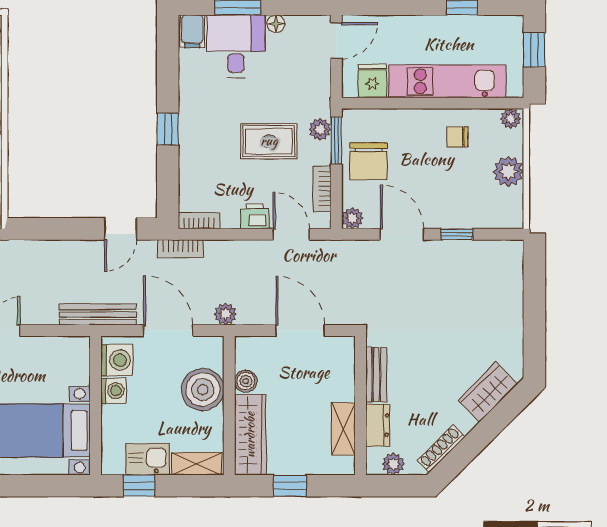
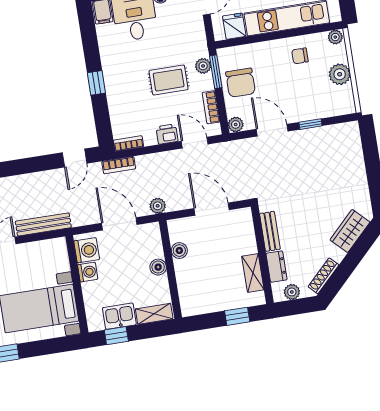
bench: (98, 314) -> (43, 224), moved
boiler: (203, 390) -> (158, 267), width x0.54, depth x0.54
wardrobe: (250, 435) -> (188, 288), removed
window: (290, 486) -> (237, 316), moved

